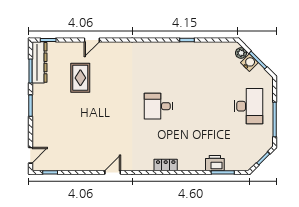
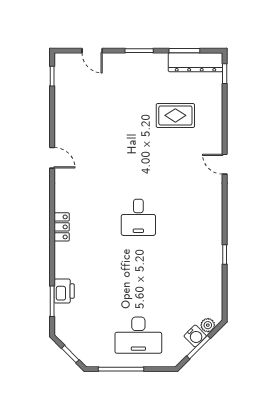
door: (92, 40) -> (225, 164), moved
desk: (158, 106) -> (138, 217), turned 180
door: (30, 155) -> (92, 51), moved

